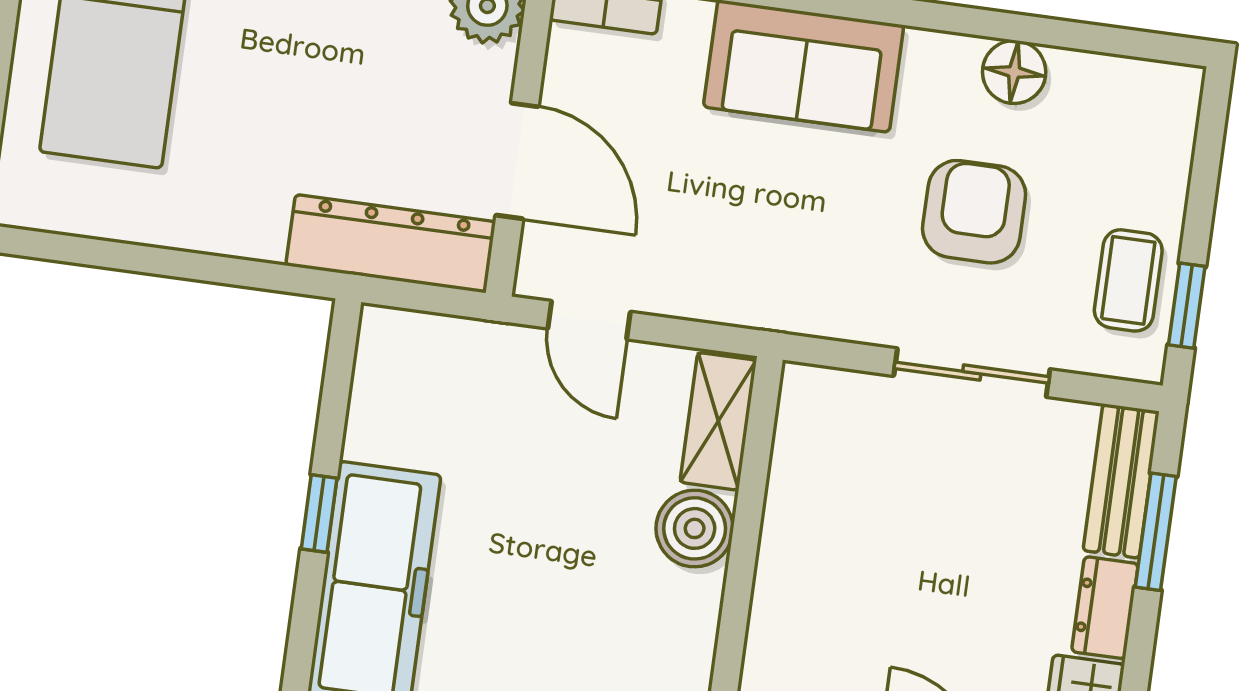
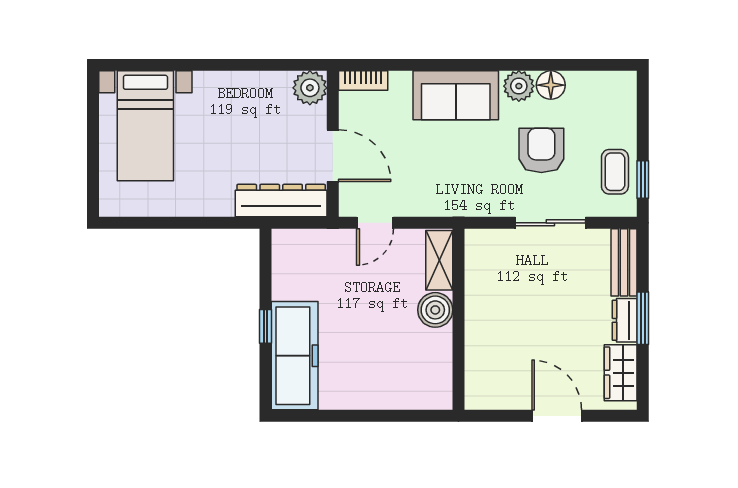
plant: (944, 65) -> (519, 86), added
door: (589, 320) -> (375, 223), hinge flipped
window: (1156, 532) -> (643, 318), moved

